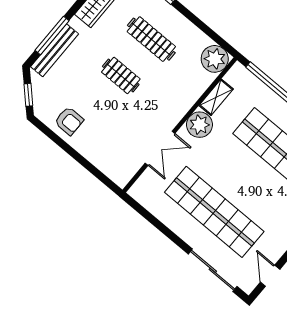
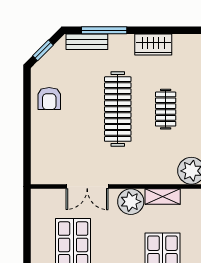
clothes rail: (151, 39) -> (166, 109), width x0.73
bench: (55, 50) -> (87, 42), width x0.73
clothes rail: (121, 75) -> (118, 109), width x1.86, depth x1.31

